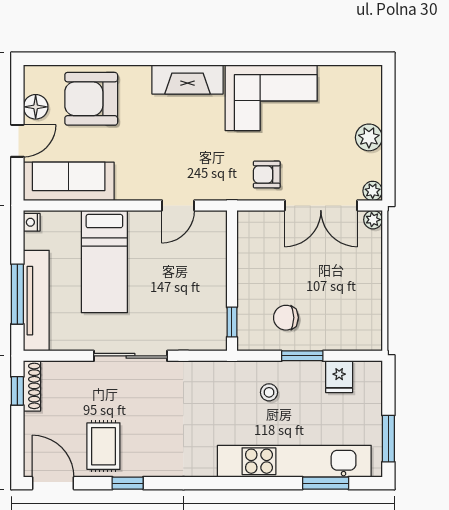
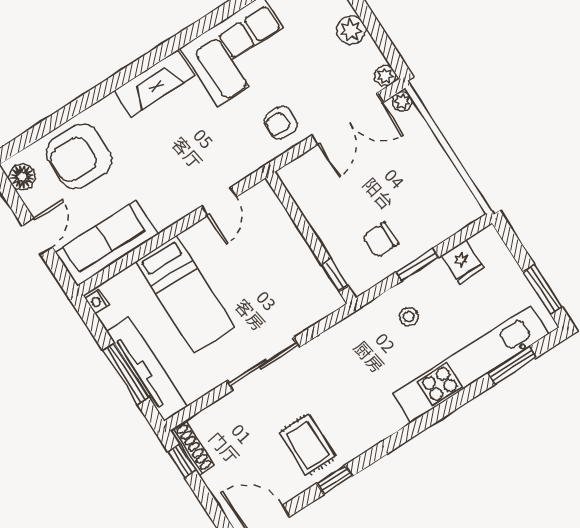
floor lamp: (36, 107) -> (22, 177), moved
rug: (103, 446) -> (308, 445), moved

